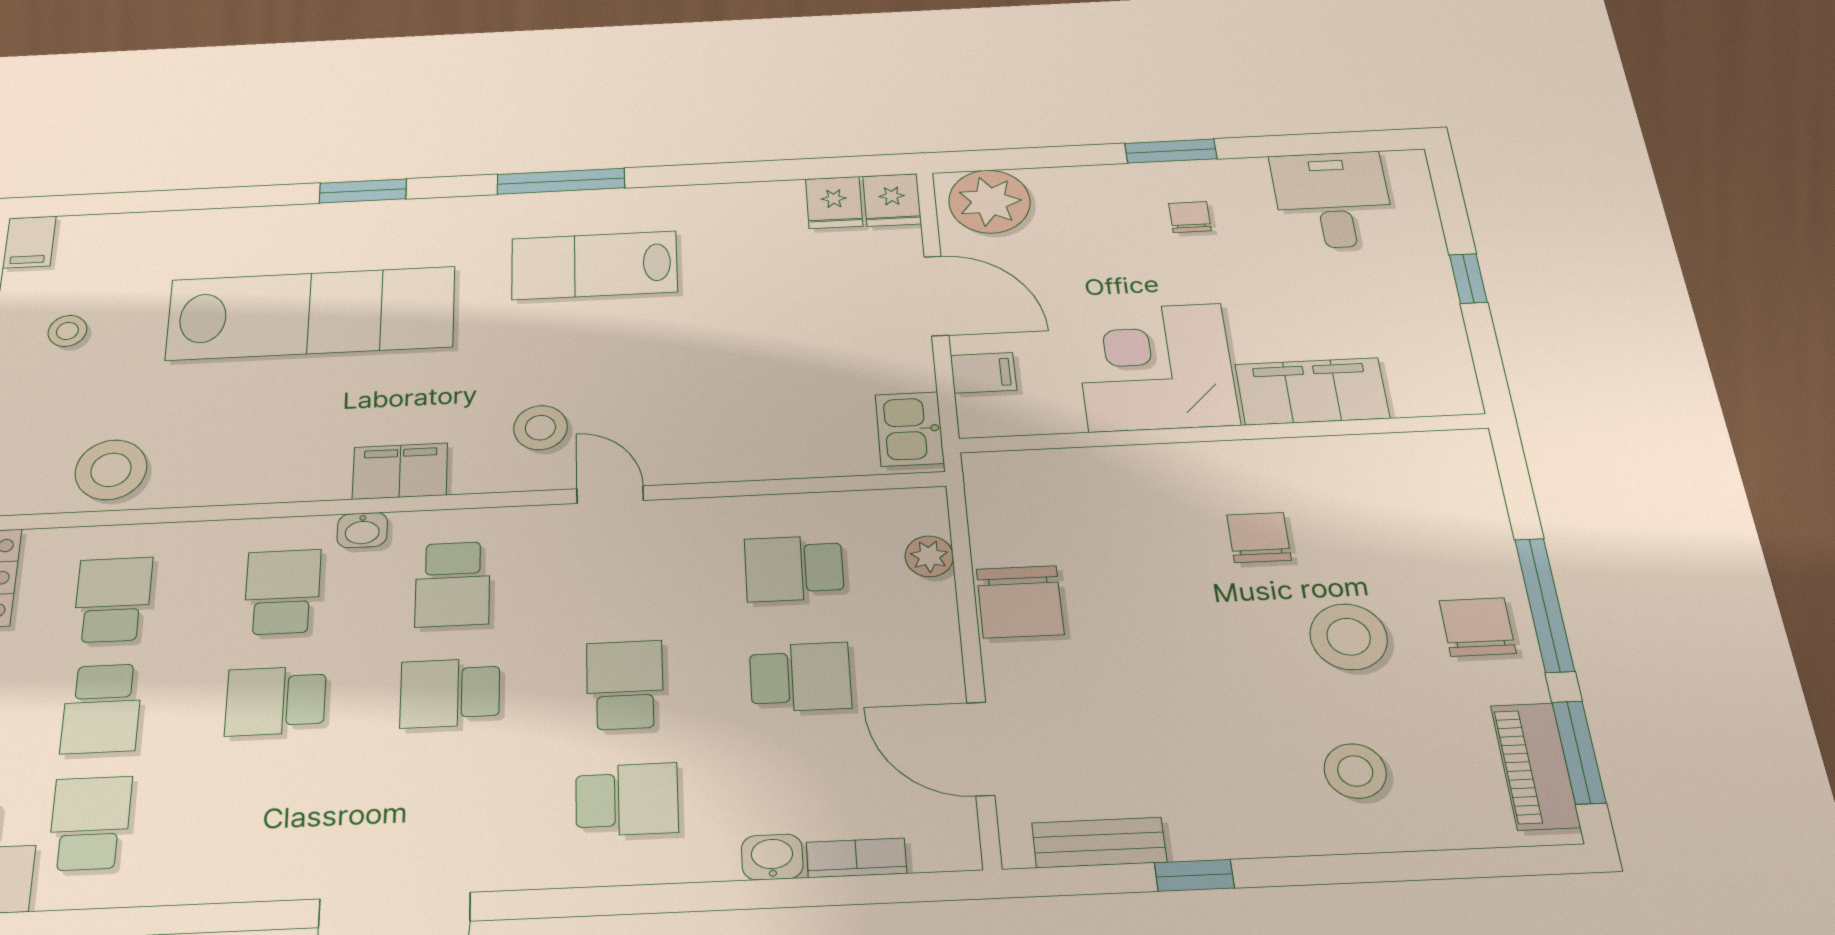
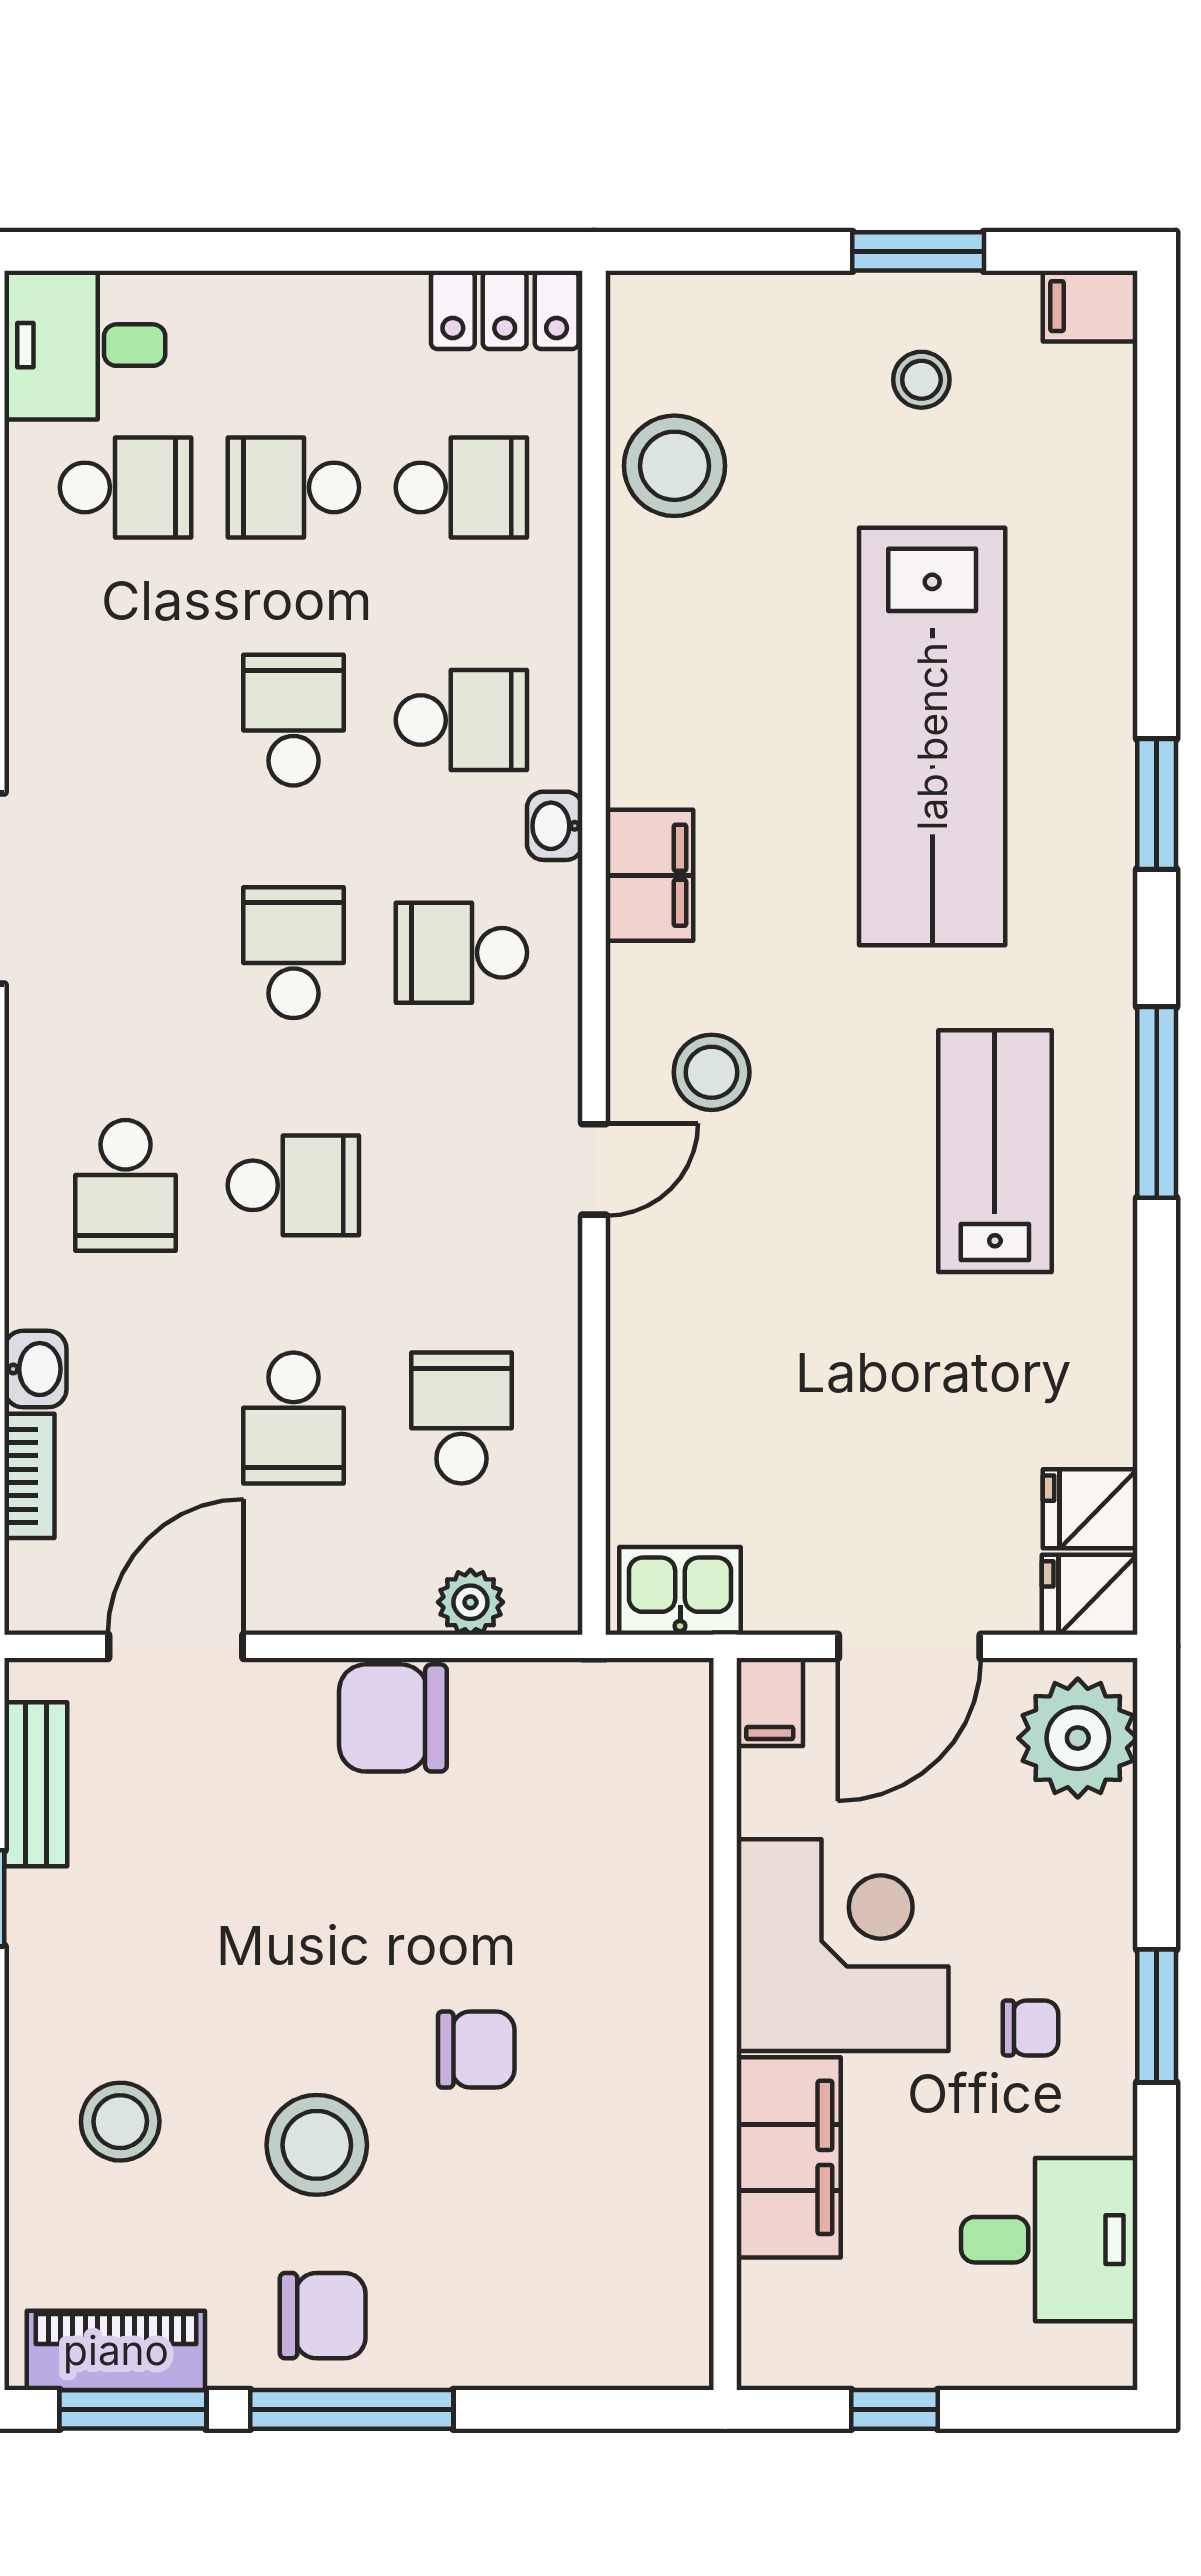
corner desk: (1156, 367) -> (843, 1945), moved
filing cabinet: (1312, 391) -> (789, 2157), moved
wall: (1223, 433) -> (725, 2024), moved

